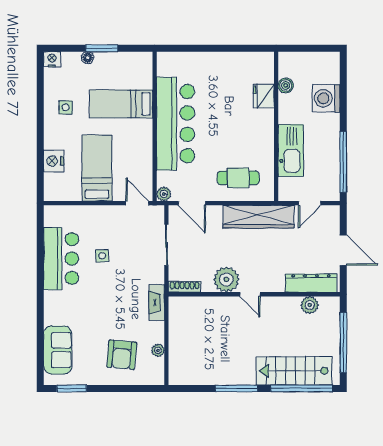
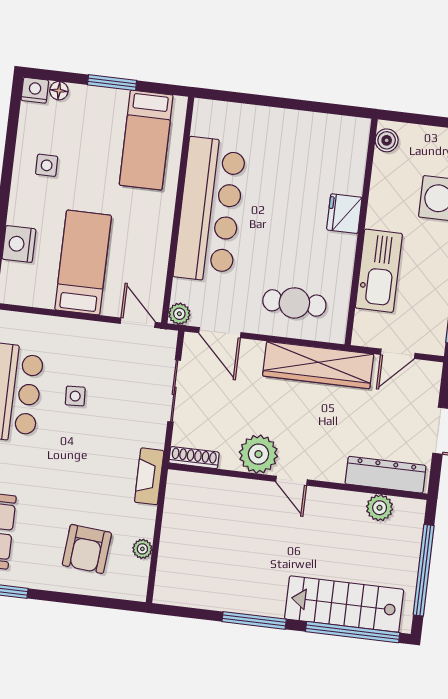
floor lamp: (88, 58) -> (59, 91), moved
boiler: (286, 85) -> (387, 140), moved
fridge: (264, 96) -> (344, 214), moved
bed: (121, 104) -> (146, 140), moved, turned -90

